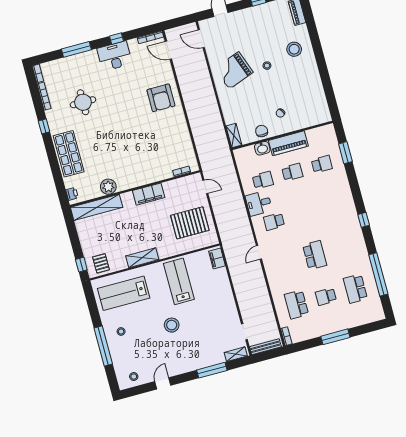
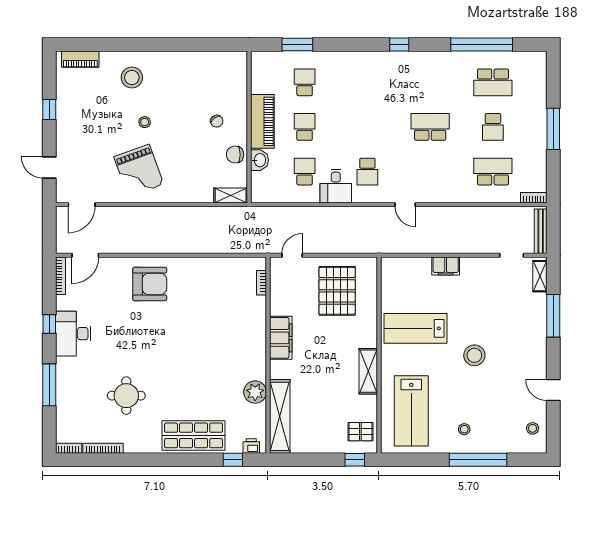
window: (44, 126) -> (233, 460), moved
filing cabinet: (217, 259) -> (446, 266), moved
school desk: (296, 305) -> (493, 172), turned 180

